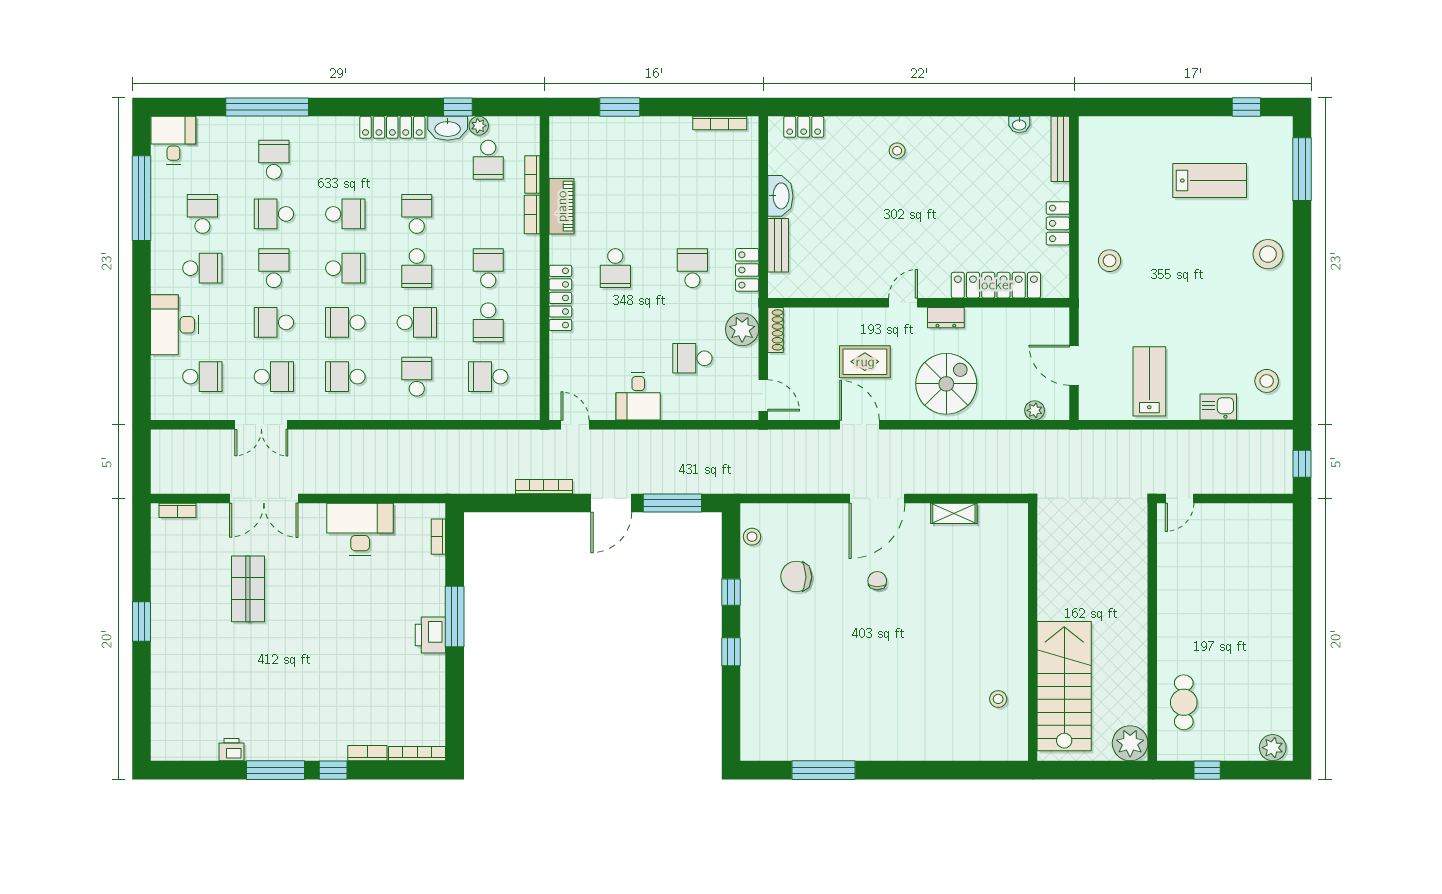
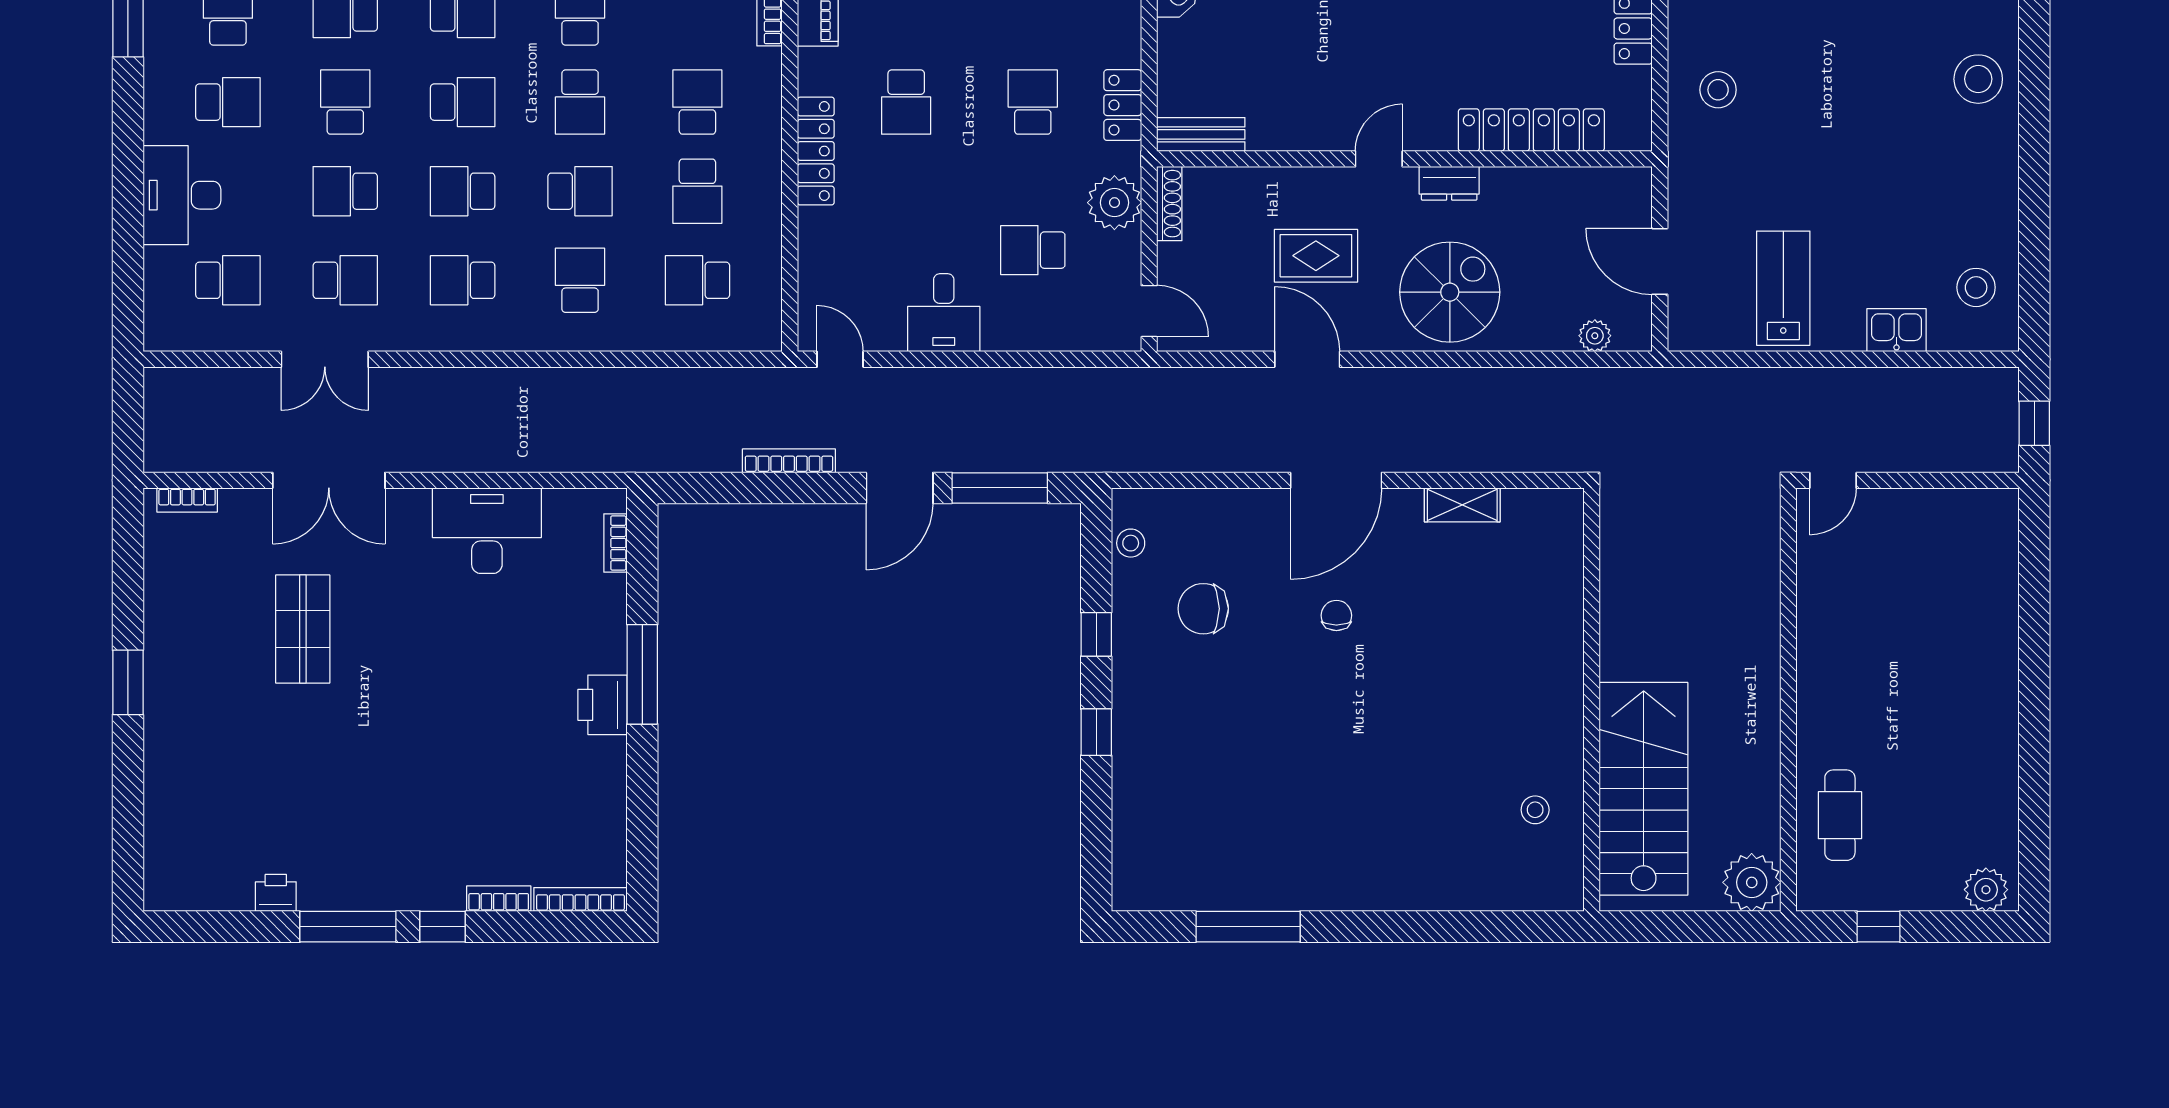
bench: (778, 245) -> (1201, 134), moved, turned 90

